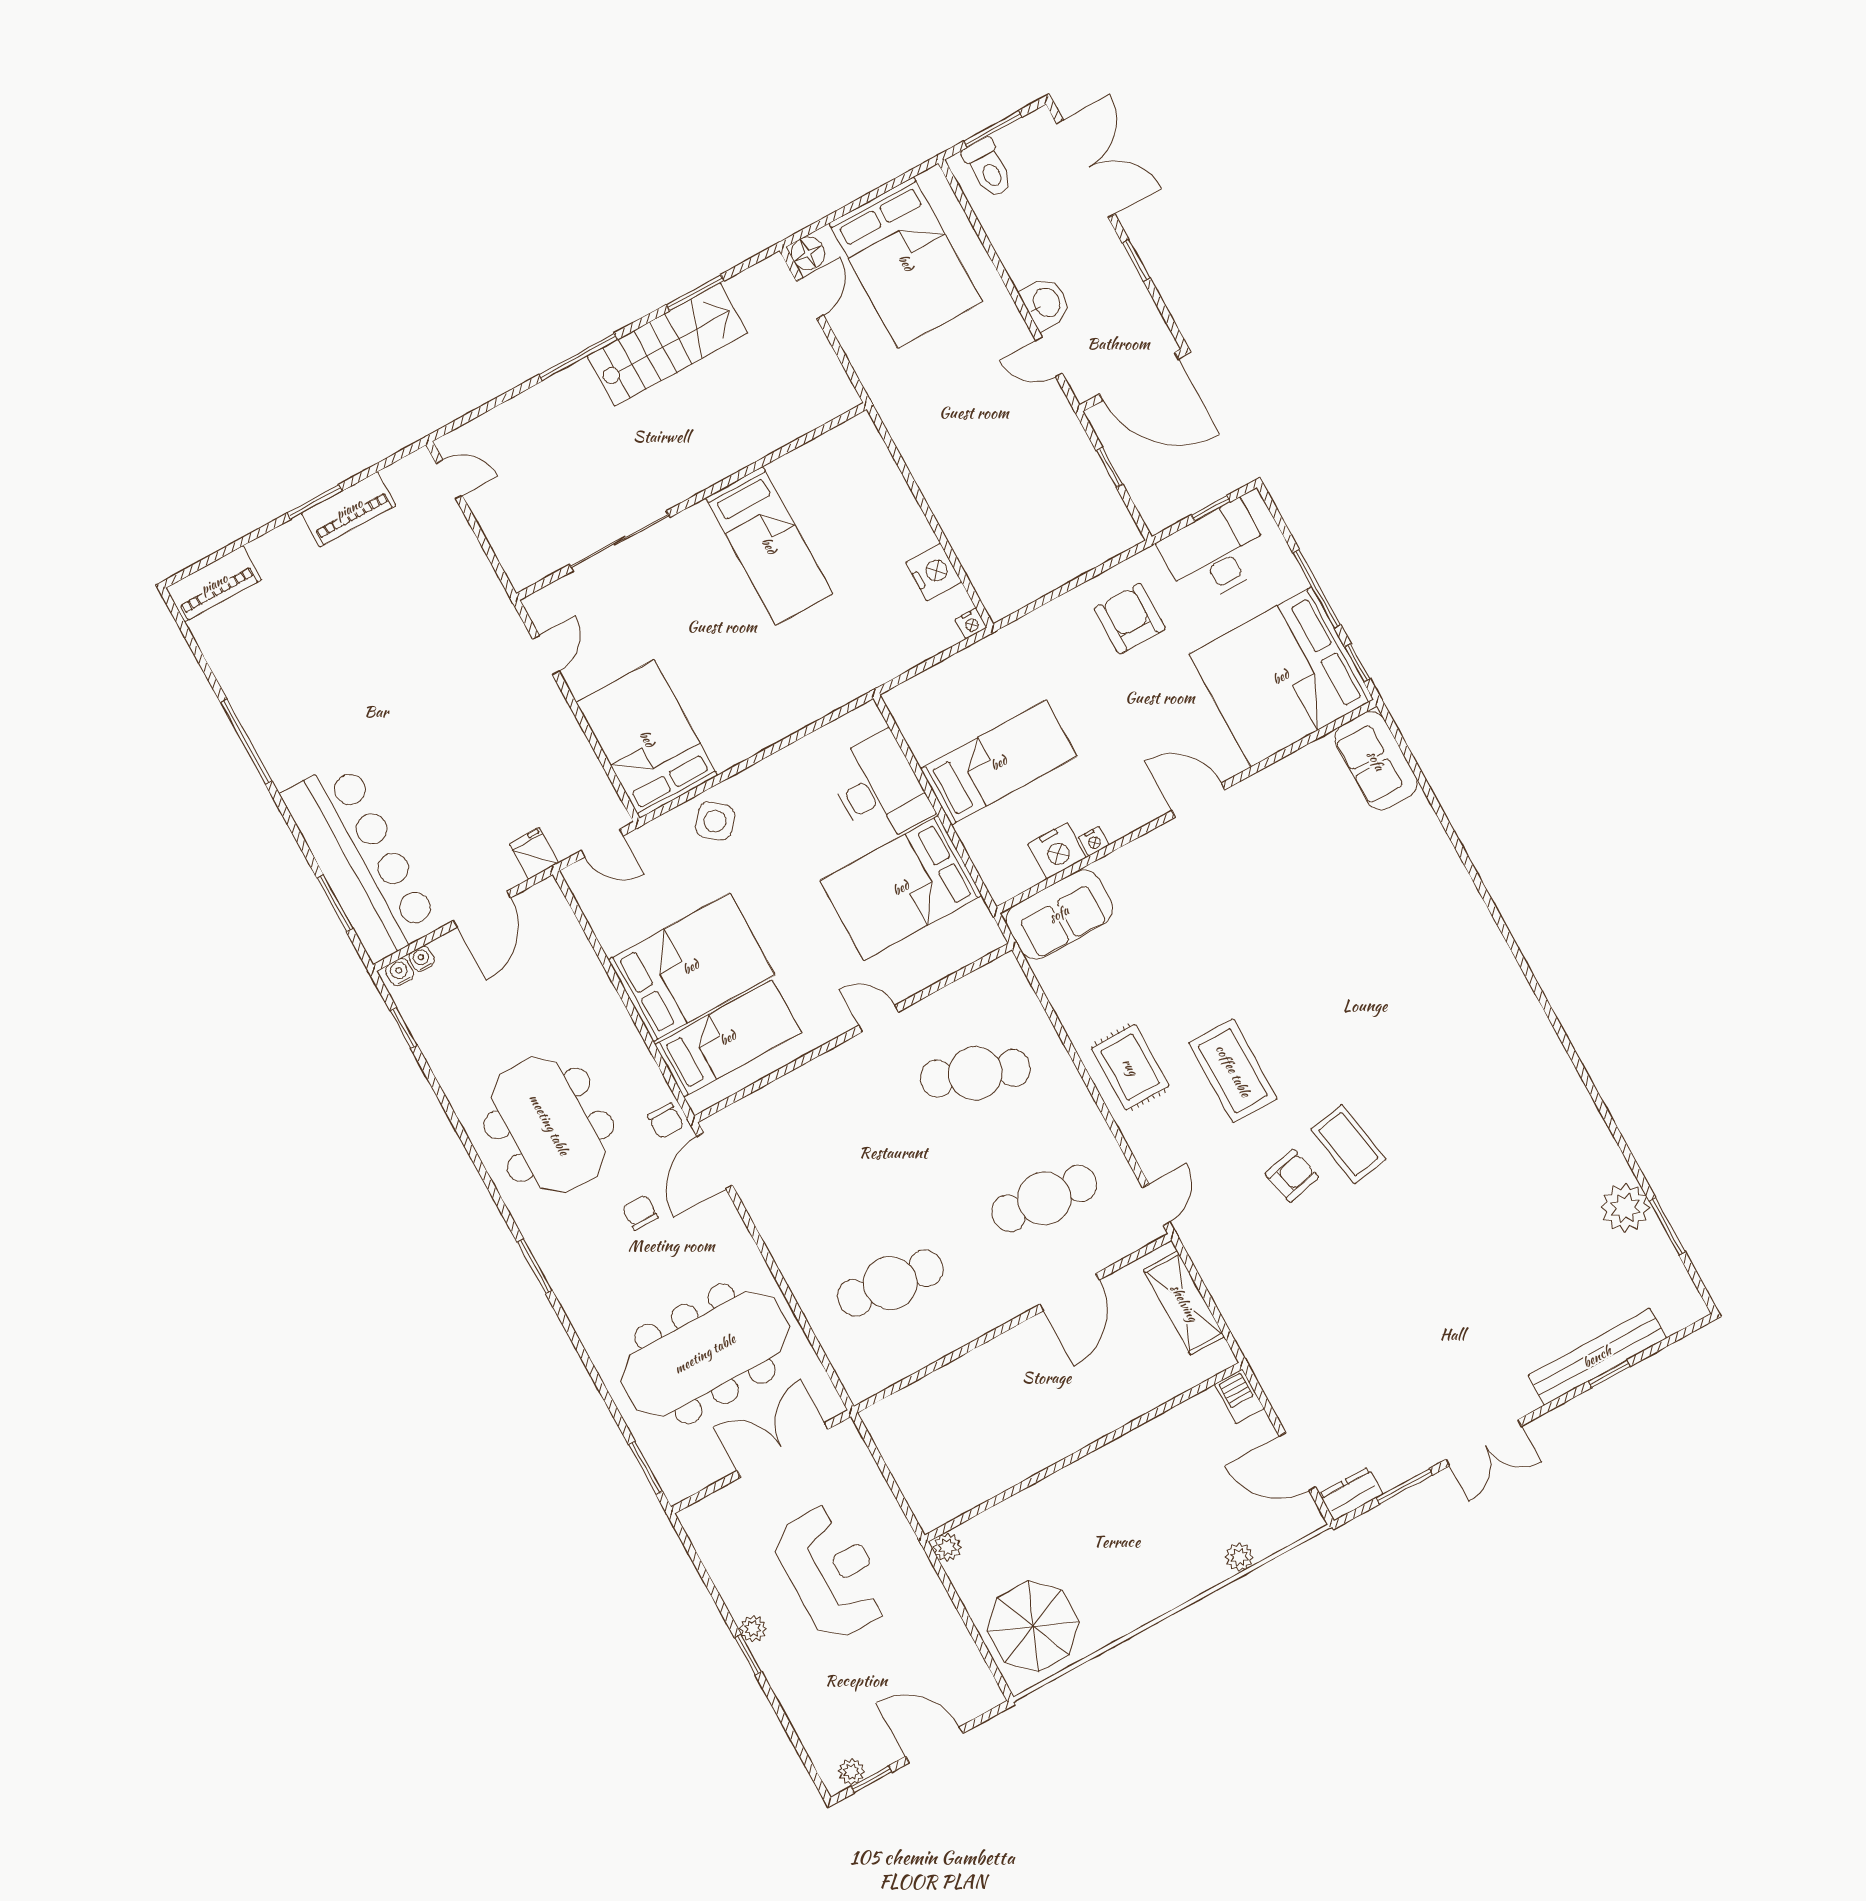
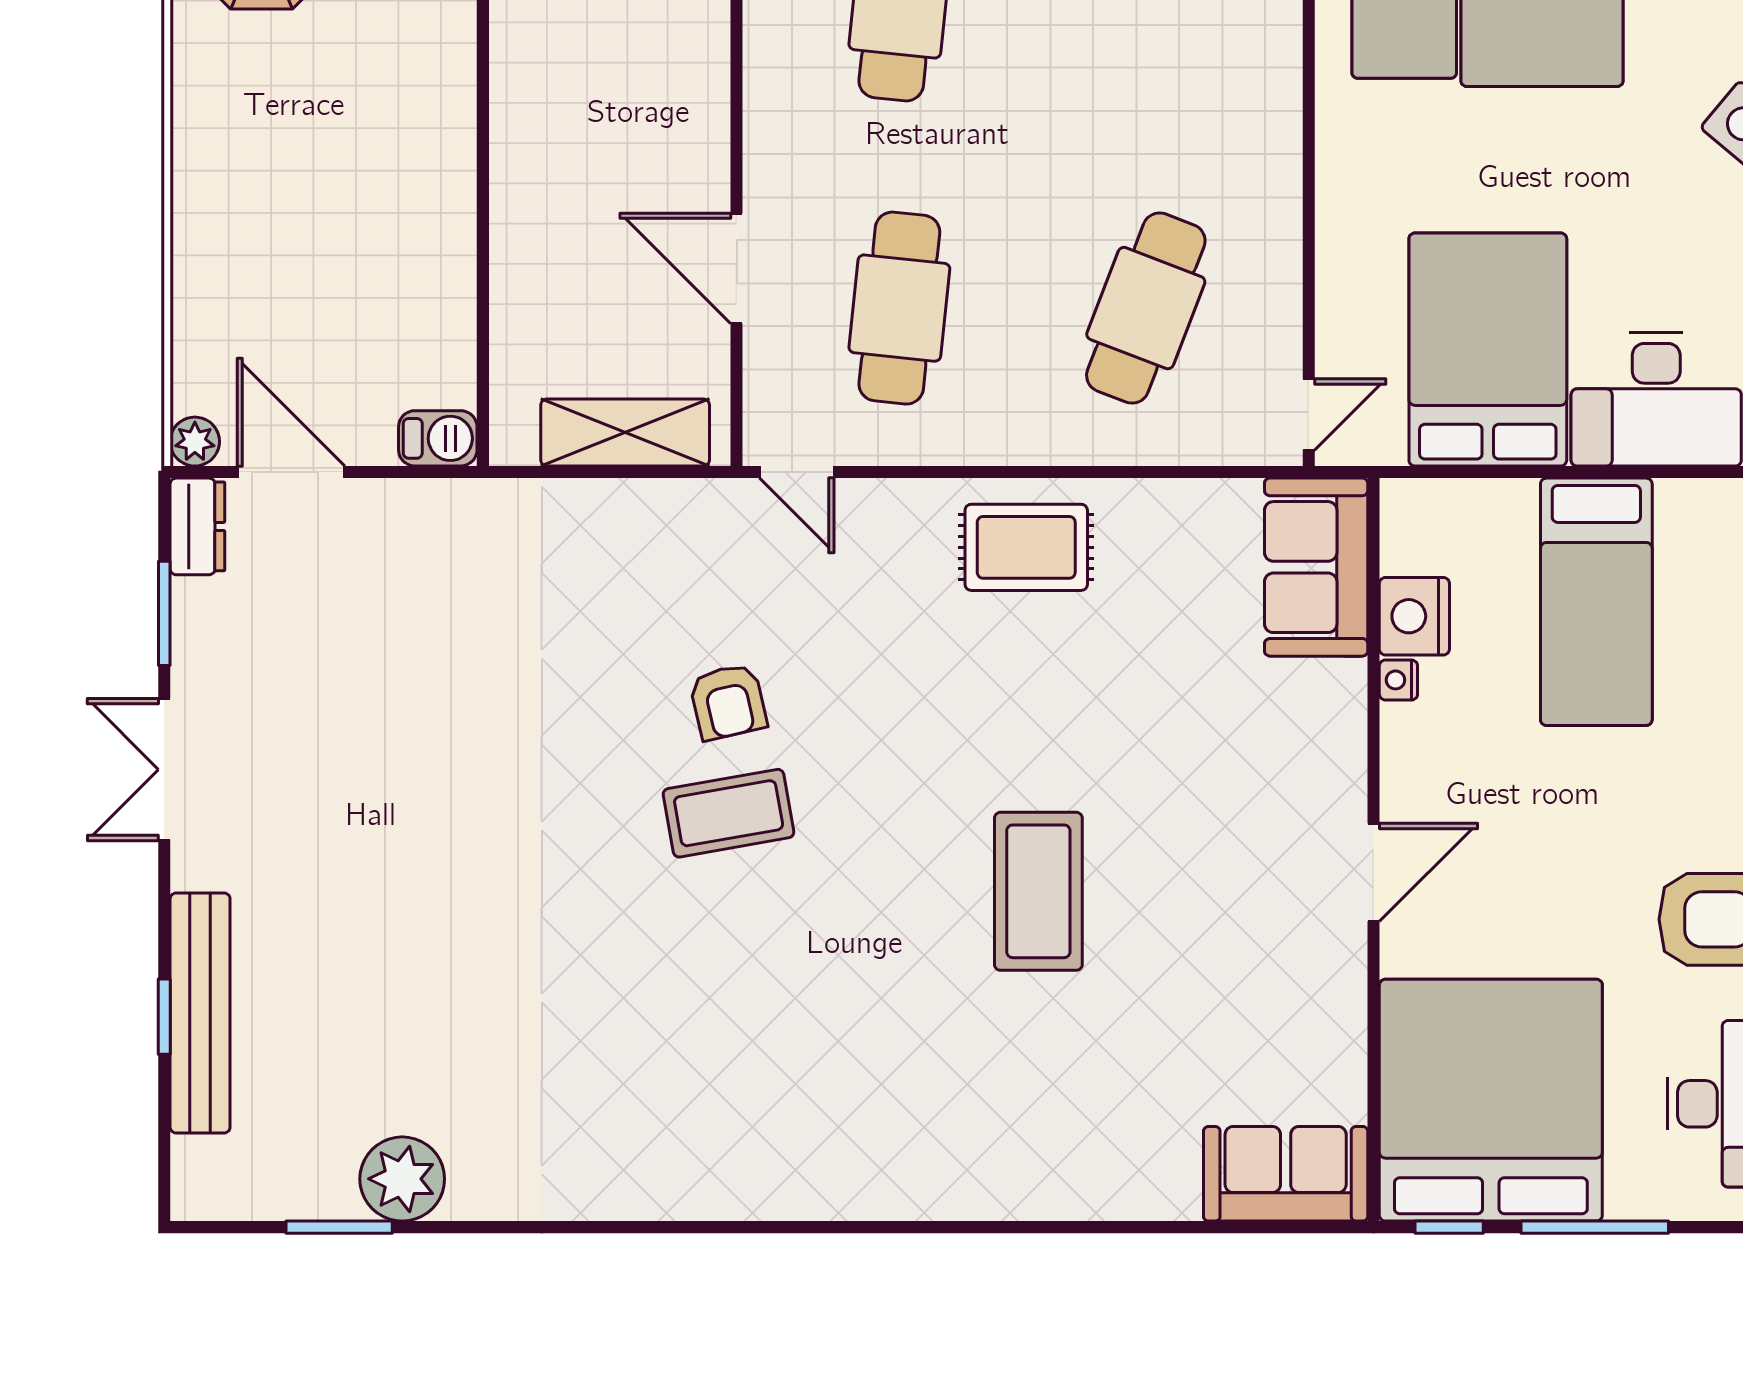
door: (879, 1019) -> (1309, 414), moved
coffee table: (1233, 1071) -> (1038, 891), moved, turned 90
door: (1297, 1462) -> (291, 472), hinge flipped
plant: (1239, 1557) -> (195, 442), moved

